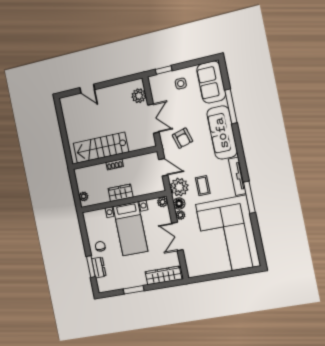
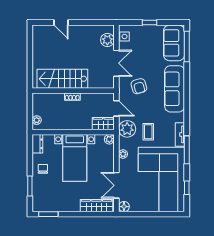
window: (164, 70) -> (149, 23), moved
side table: (181, 84) -> (125, 36), moved
window: (231, 106) -> (187, 46), moved
tv unit: (237, 176) -> (180, 134), width x0.71
wardrobe: (120, 193) -> (103, 124), moved
floor lamp: (179, 203) -> (124, 207), moved
double door: (177, 236) -> (116, 185), moved
window: (258, 239) -> (187, 188), added
dresser: (99, 267) -> (37, 144), moved
window: (134, 290) -> (48, 214), moved

